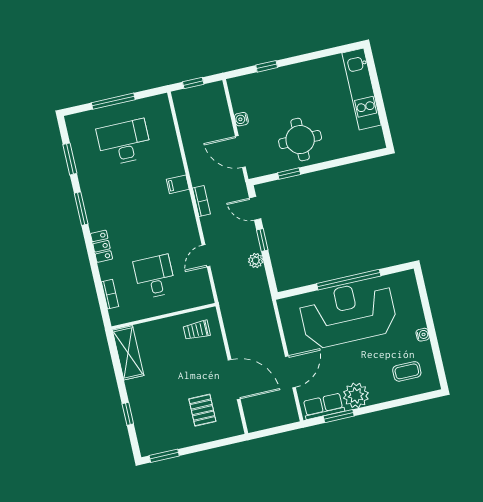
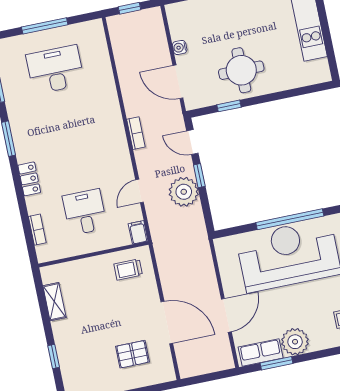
filing cabinet: (178, 184) -> (138, 232), moved, turned 90
plant: (256, 261) -> (184, 192), width x1.88, depth x1.88
shelving: (128, 353) -> (54, 302), width x0.67, depth x0.75
pallet: (202, 410) -> (132, 354), turned 90

